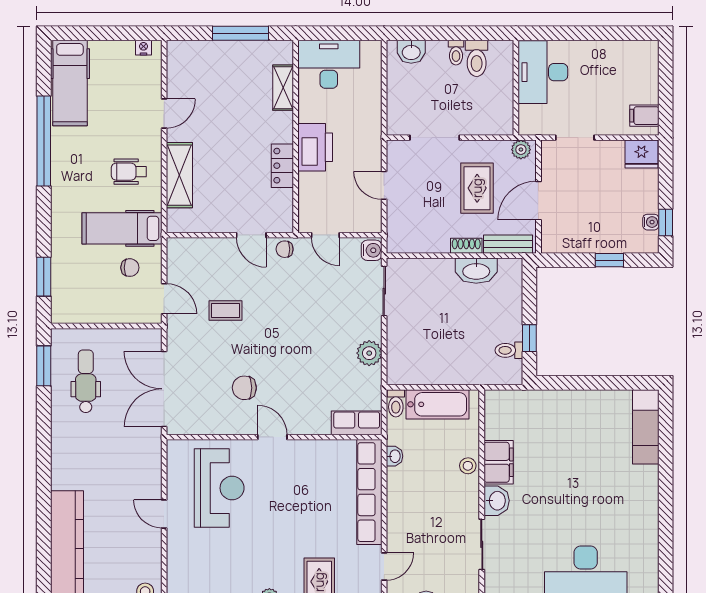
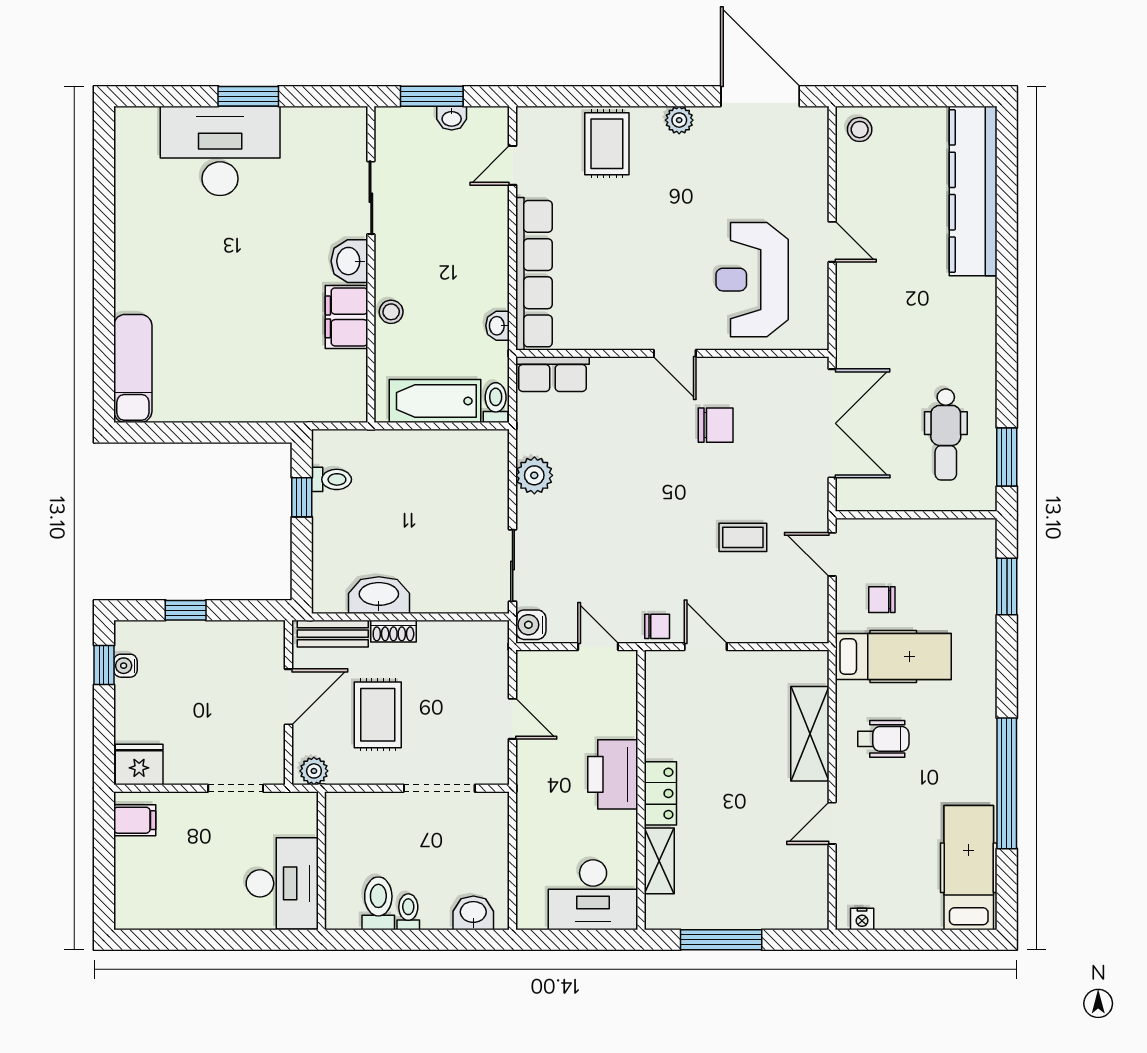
locker: (282, 166) -> (660, 793), moved

